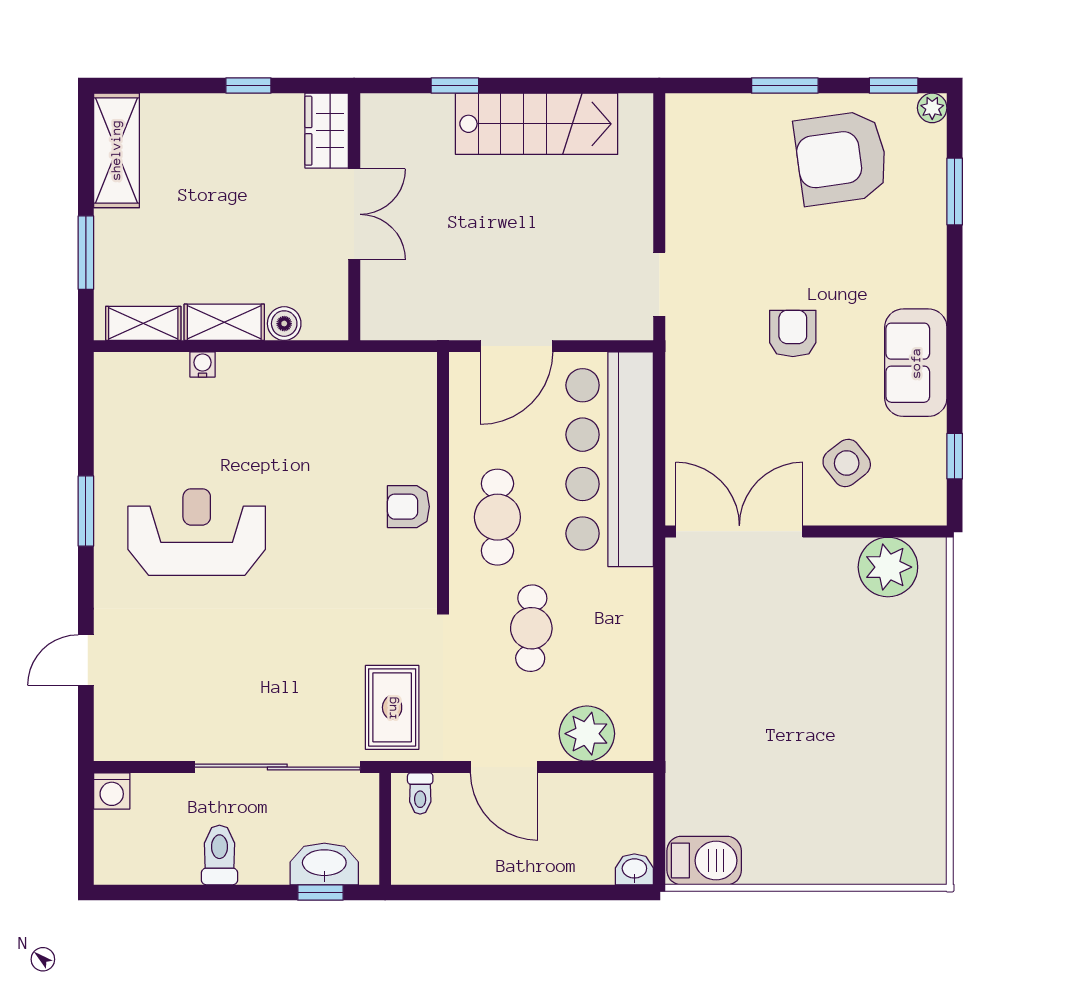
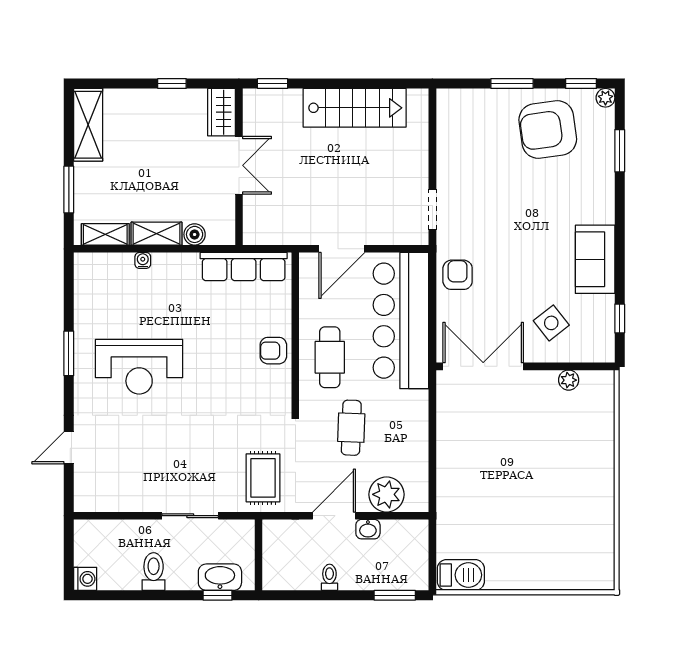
window: (455, 85) -> (272, 84), moved
armchair: (793, 333) -> (458, 275), moved
row of seats: (362, 374) -> (244, 267), added
reception desk: (197, 532) -> (139, 367), turned 180
plant: (888, 567) -> (569, 380), width x0.53, depth x0.53
sliding door: (277, 767) -> (190, 516), width x0.54
door: (504, 767) -> (334, 516), swing flipped
washing machine: (112, 791) -> (85, 579), moved, turned -90
toilet: (420, 793) -> (329, 577), moved, turned 180
washbasin: (634, 869) -> (368, 529), moved, turned 180
window: (600, 893) -> (395, 595), added

